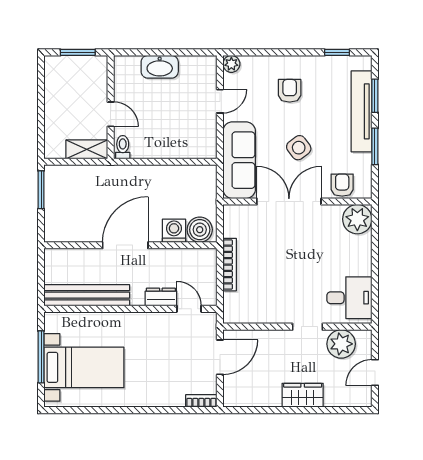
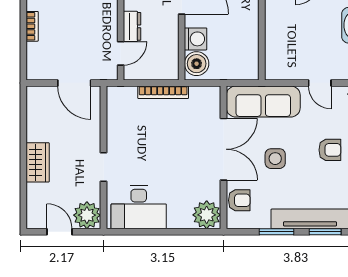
side table: (299, 148) -> (275, 159), turned 37
desk: (349, 298) -> (139, 207), width x1.37
plant: (341, 344) -> (87, 215), moved
bookcase: (201, 401) -> (32, 26), moved

